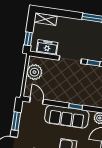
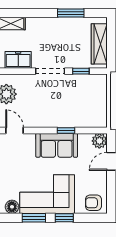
sofa: (67, 117) -> (57, 145), width x0.73

